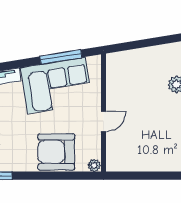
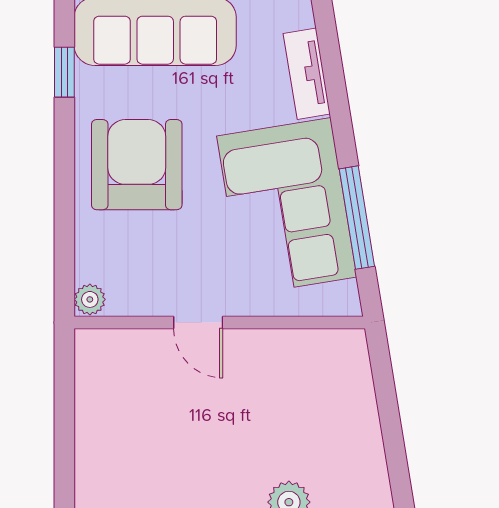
armchair: (56, 152) -> (137, 165), moved

